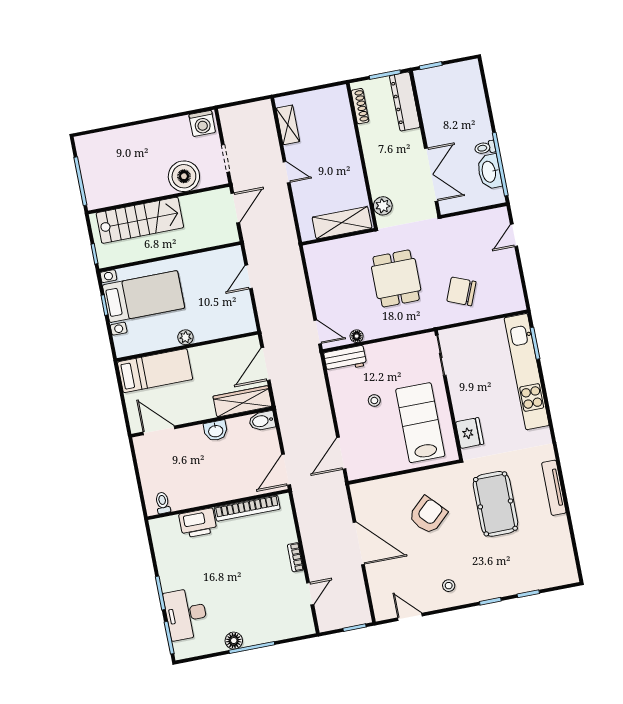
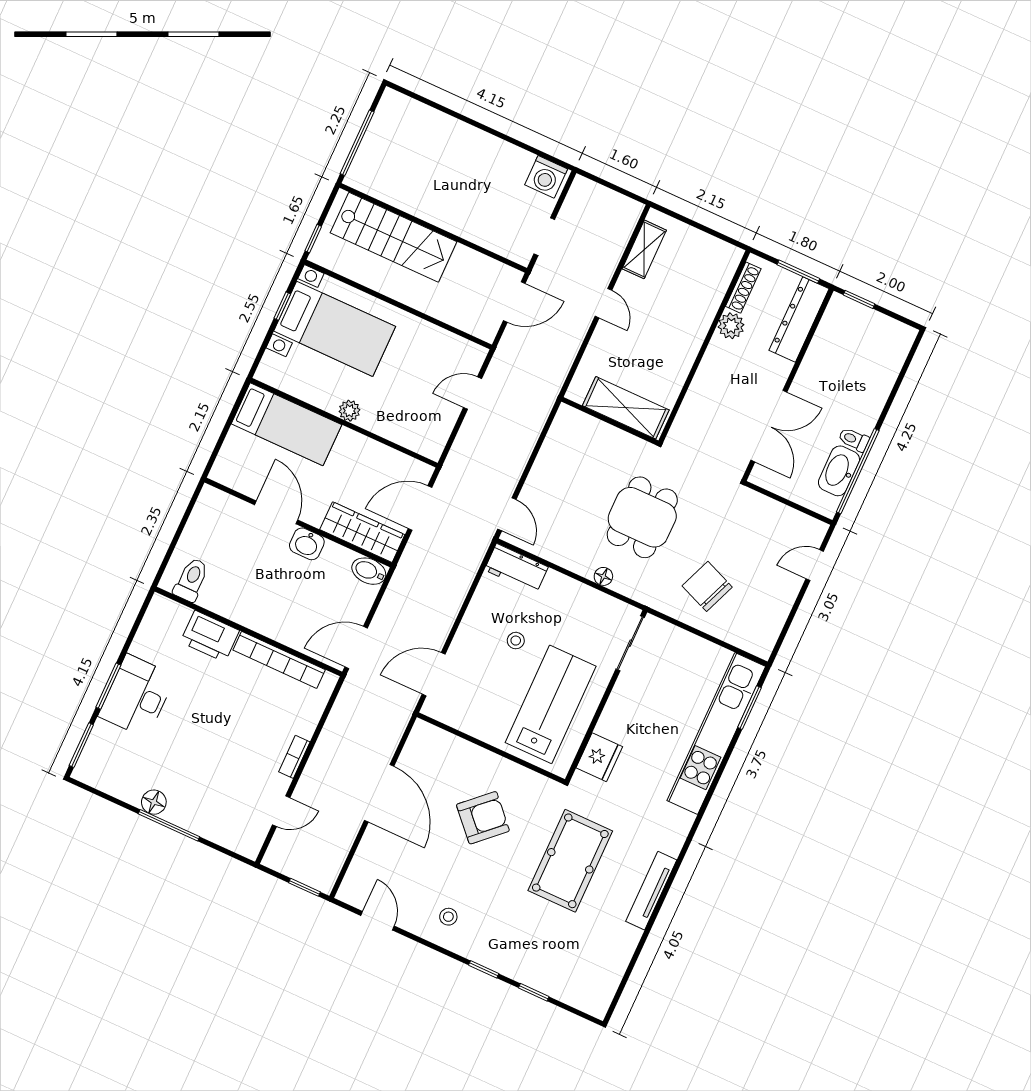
boiler: (184, 176) -> (481, 223), removed
plant: (383, 206) -> (731, 326), moved
floor lamp: (357, 336) -> (603, 576), moved
door: (159, 430) -> (276, 512), moved
toilet: (163, 503) -> (191, 580), width x1.37, depth x1.39
desk: (186, 614) -> (137, 696), moved

